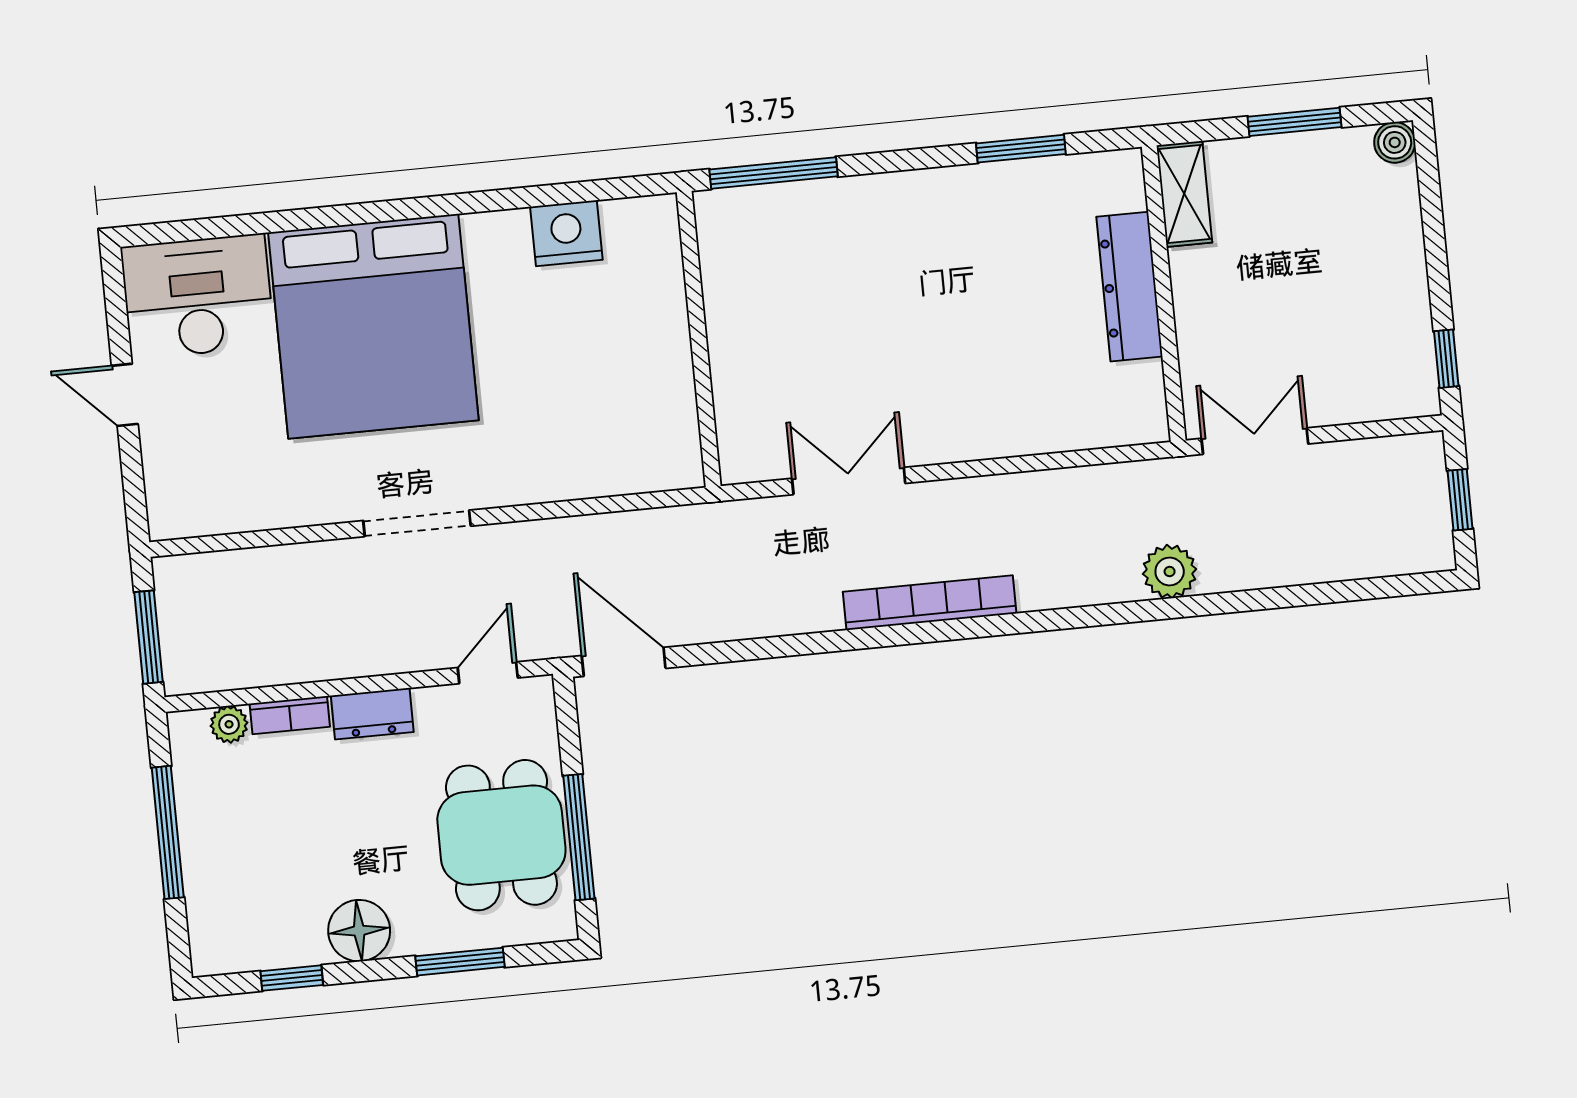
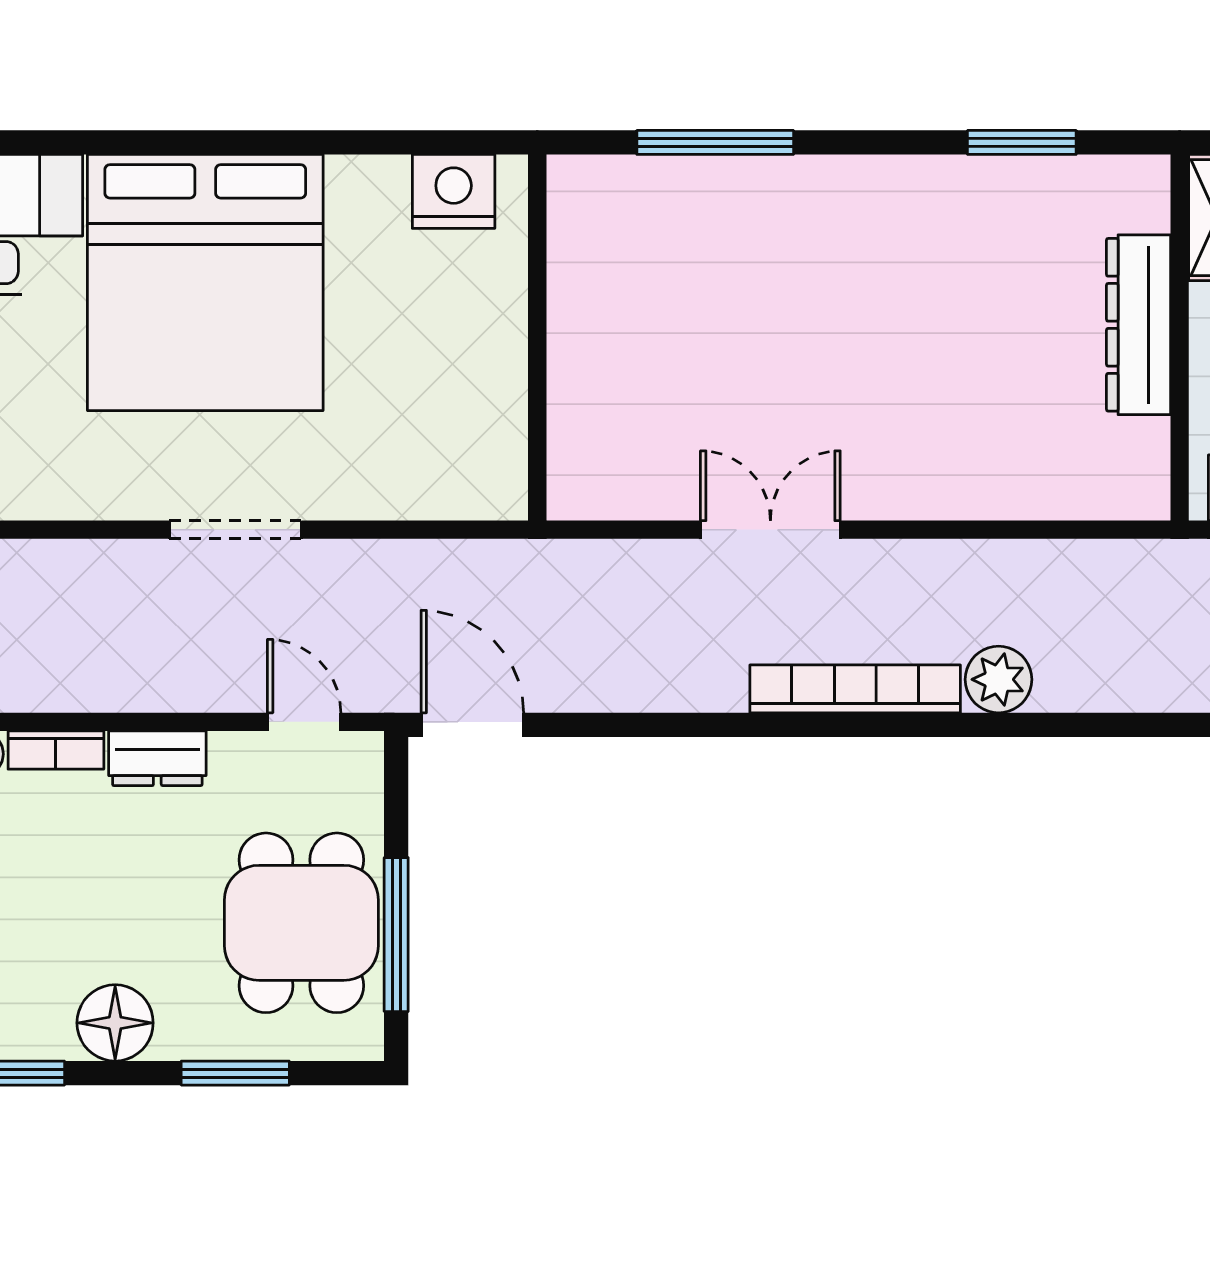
wall: (699, 339) -> (537, 338), moved
plant: (1170, 572) -> (999, 679), moved
door: (488, 673) -> (304, 722), hinge flipped

